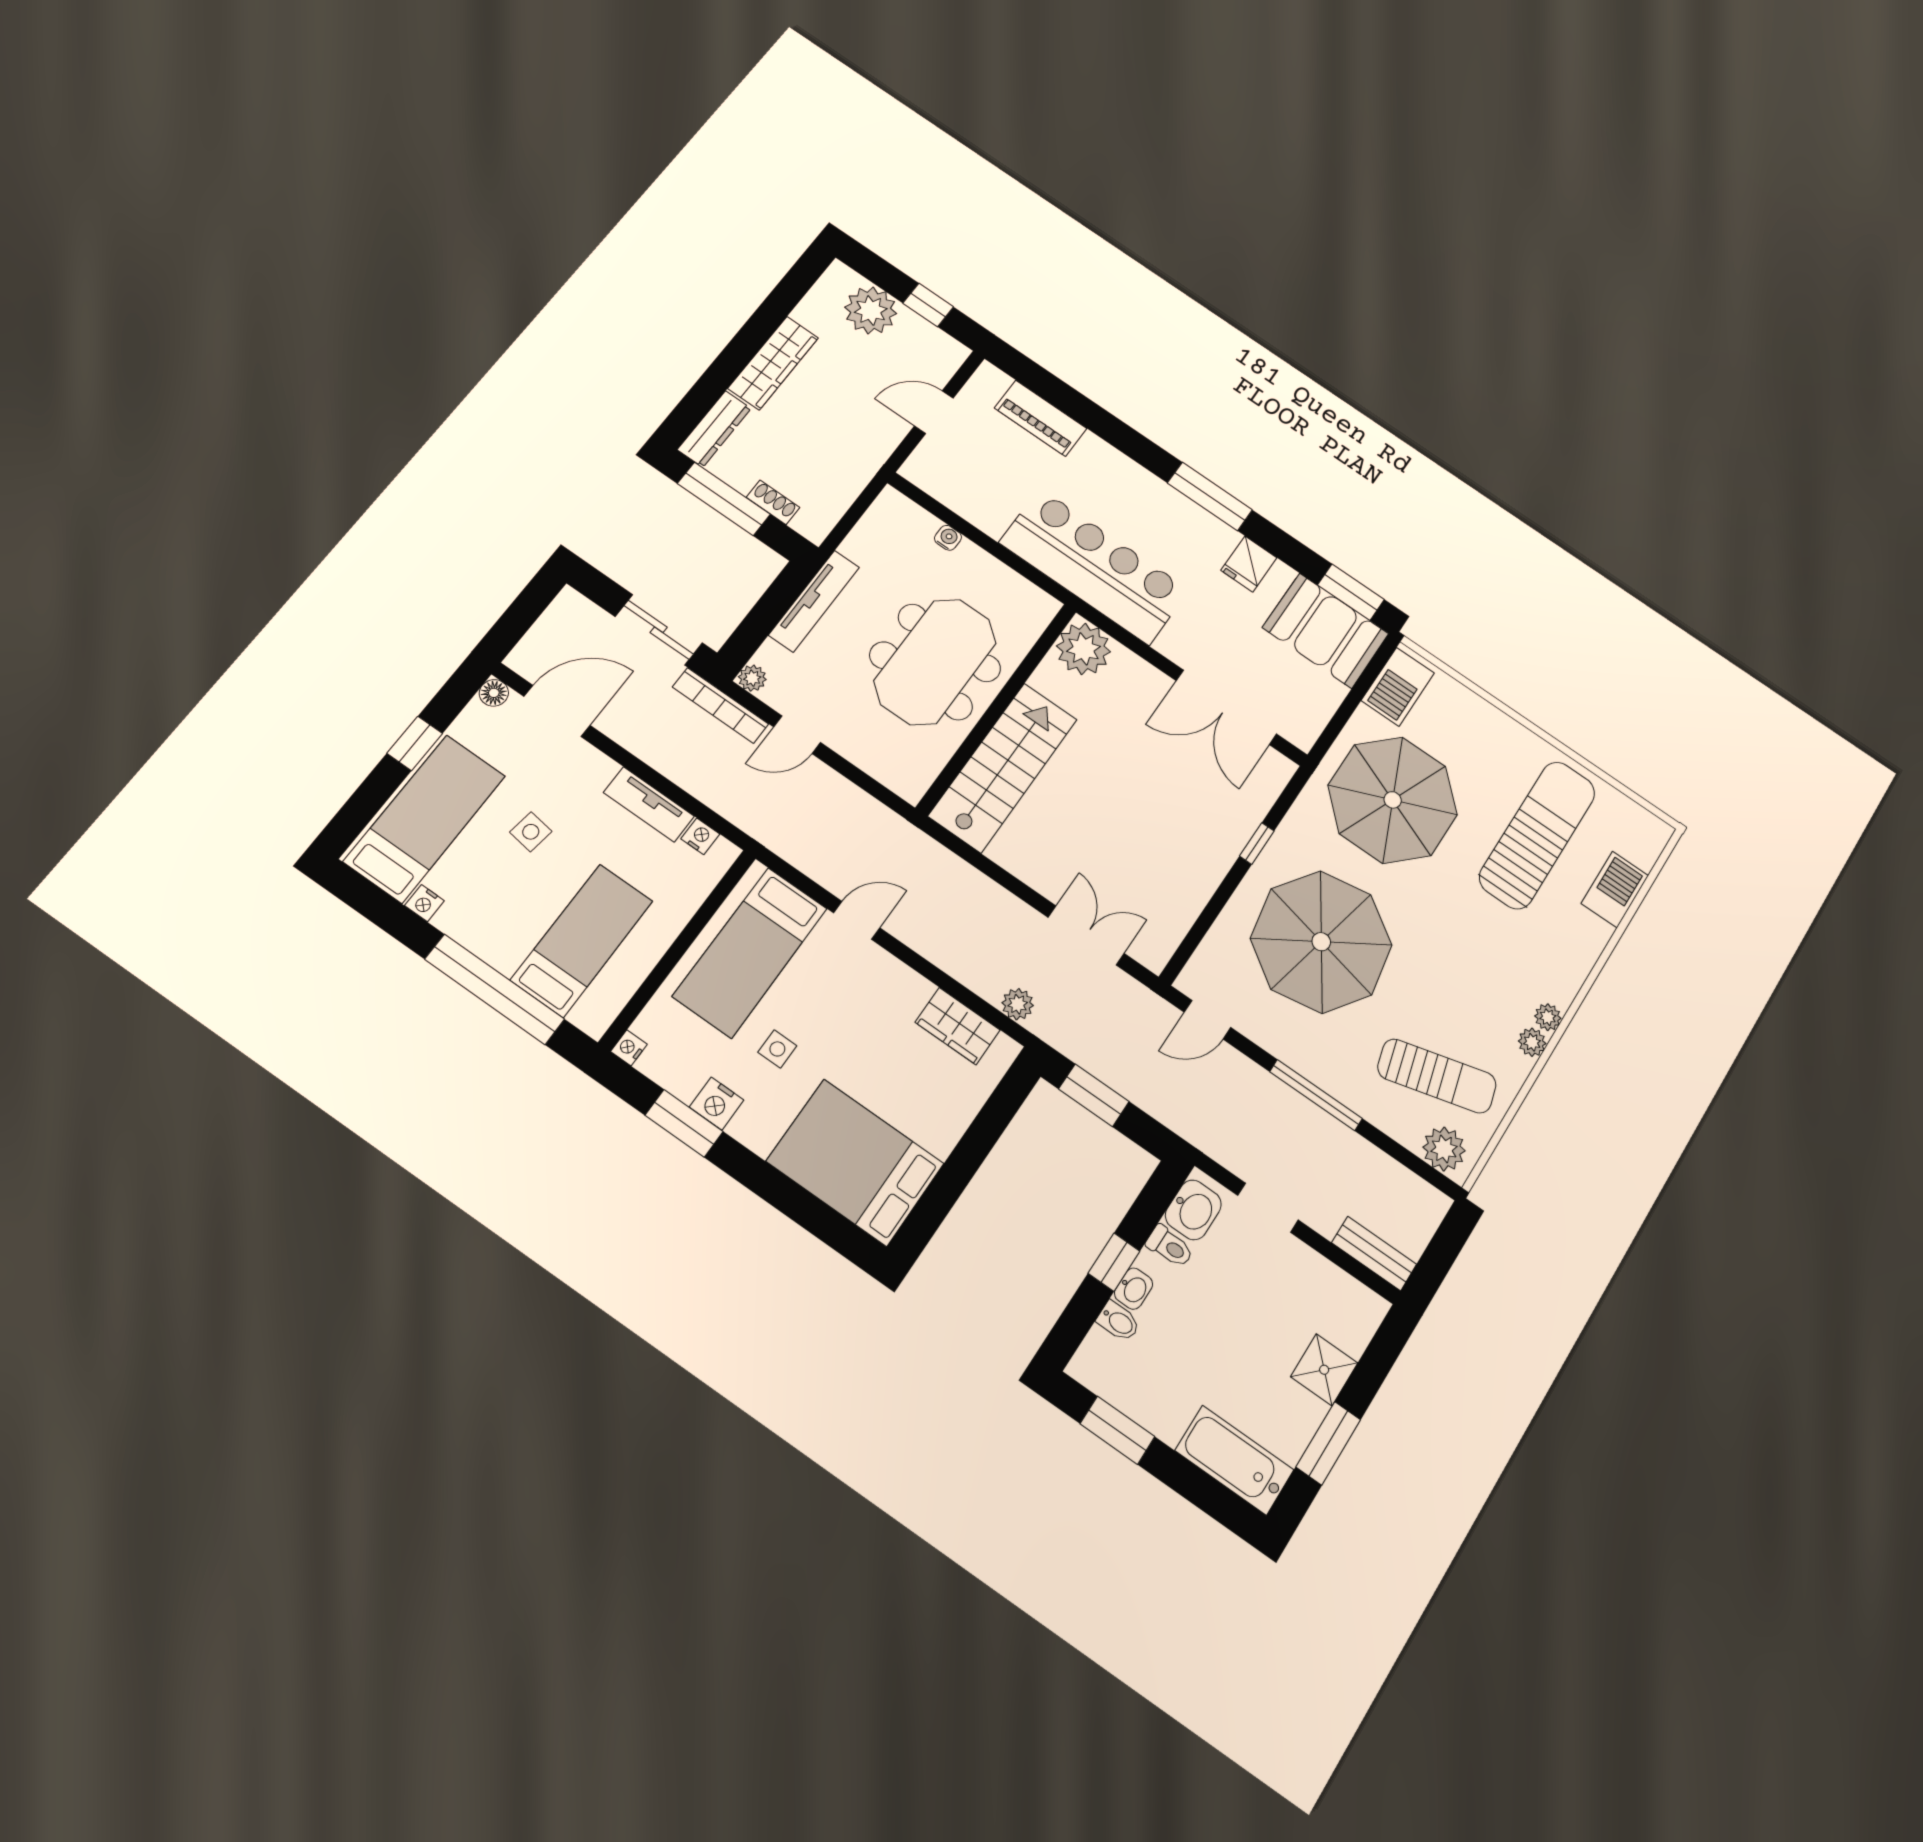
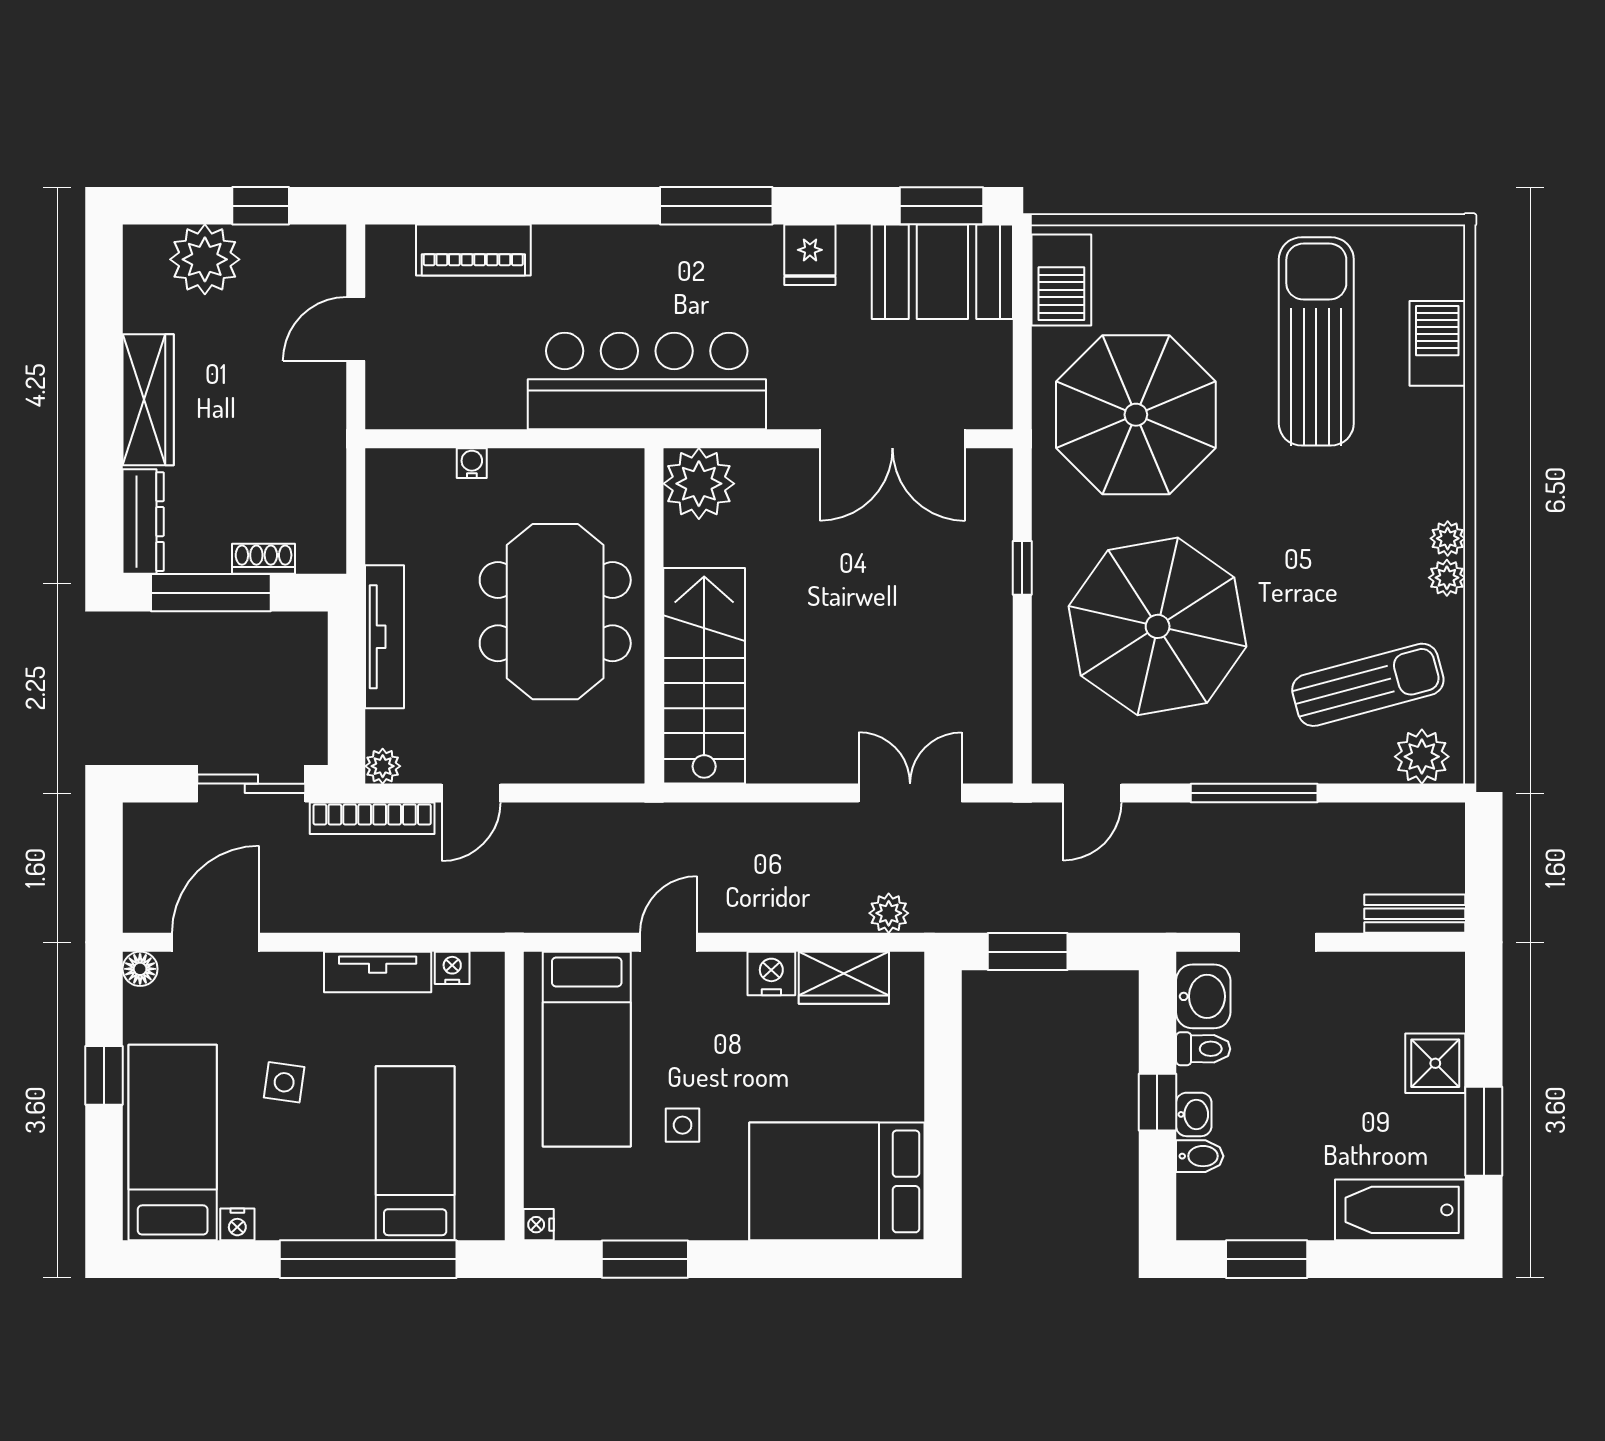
nightstand: (717, 1103) -> (771, 973), moved, turned 180

